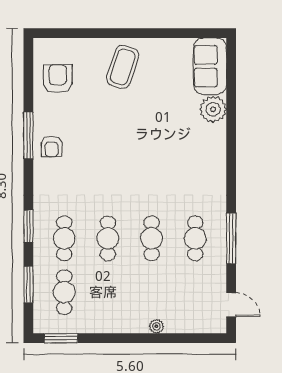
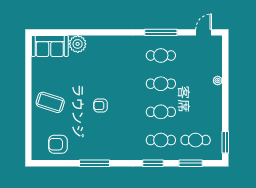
armchair: (52, 146) -> (101, 106), moved, turned 180

